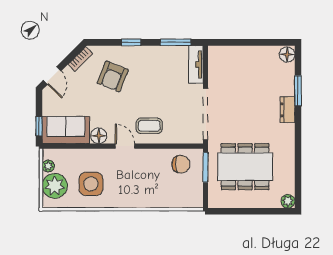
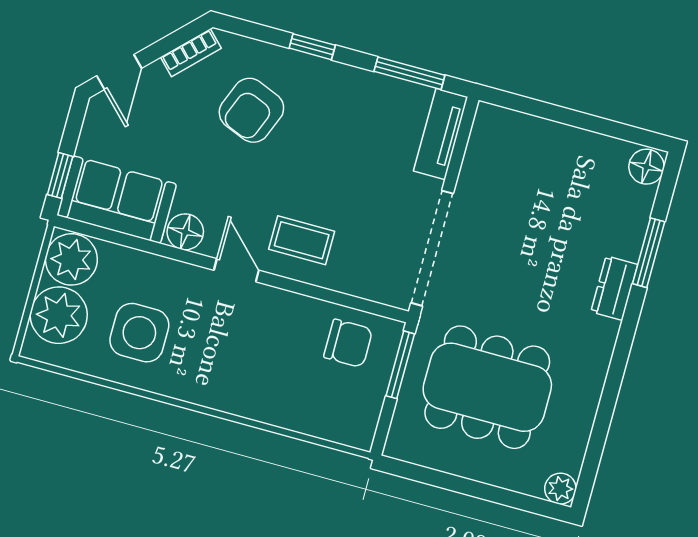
plant: (48, 166) -> (71, 259), width x1.88, depth x1.88

